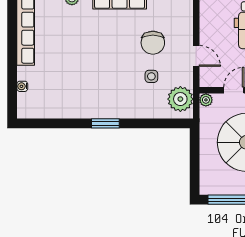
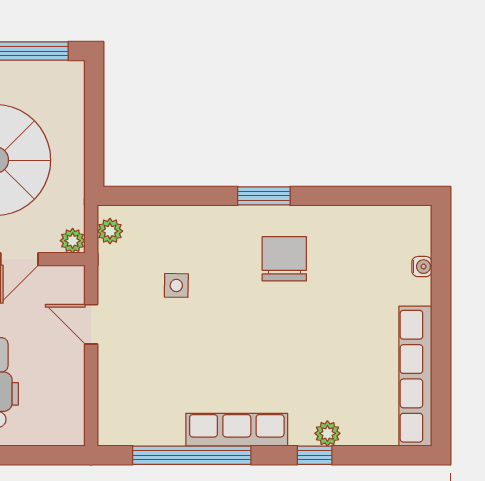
chair: (153, 43) -> (284, 259), moved
plant: (180, 99) -> (110, 231), width x0.53, depth x0.53

